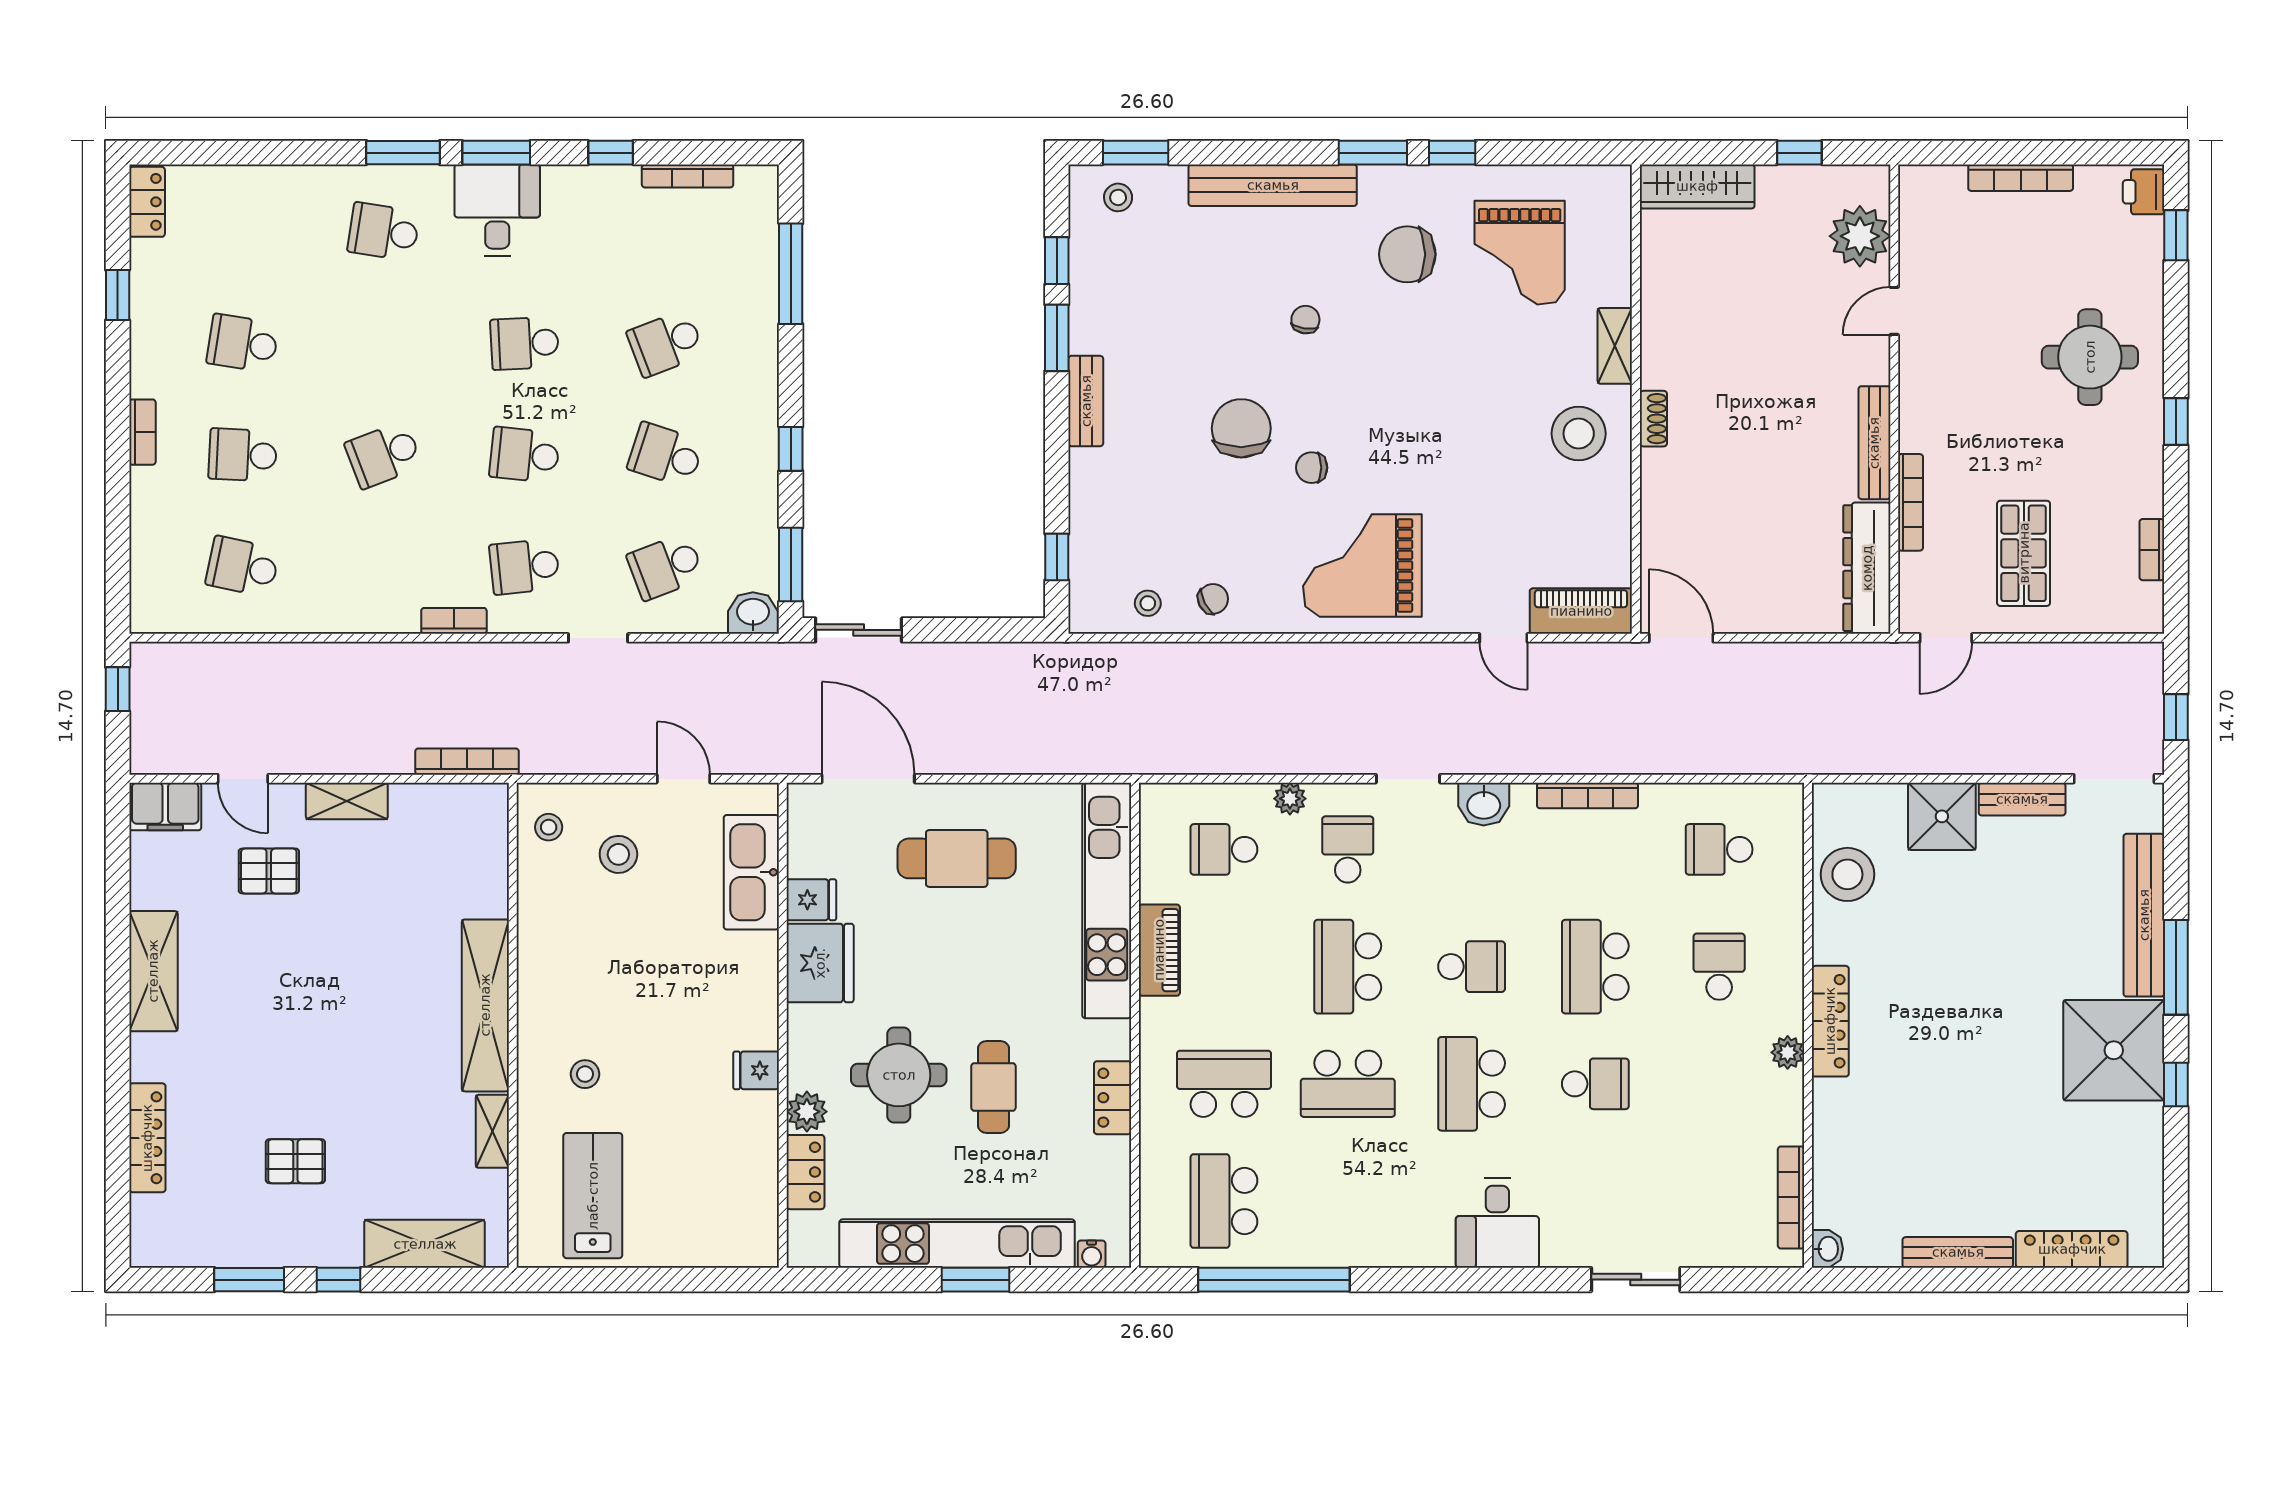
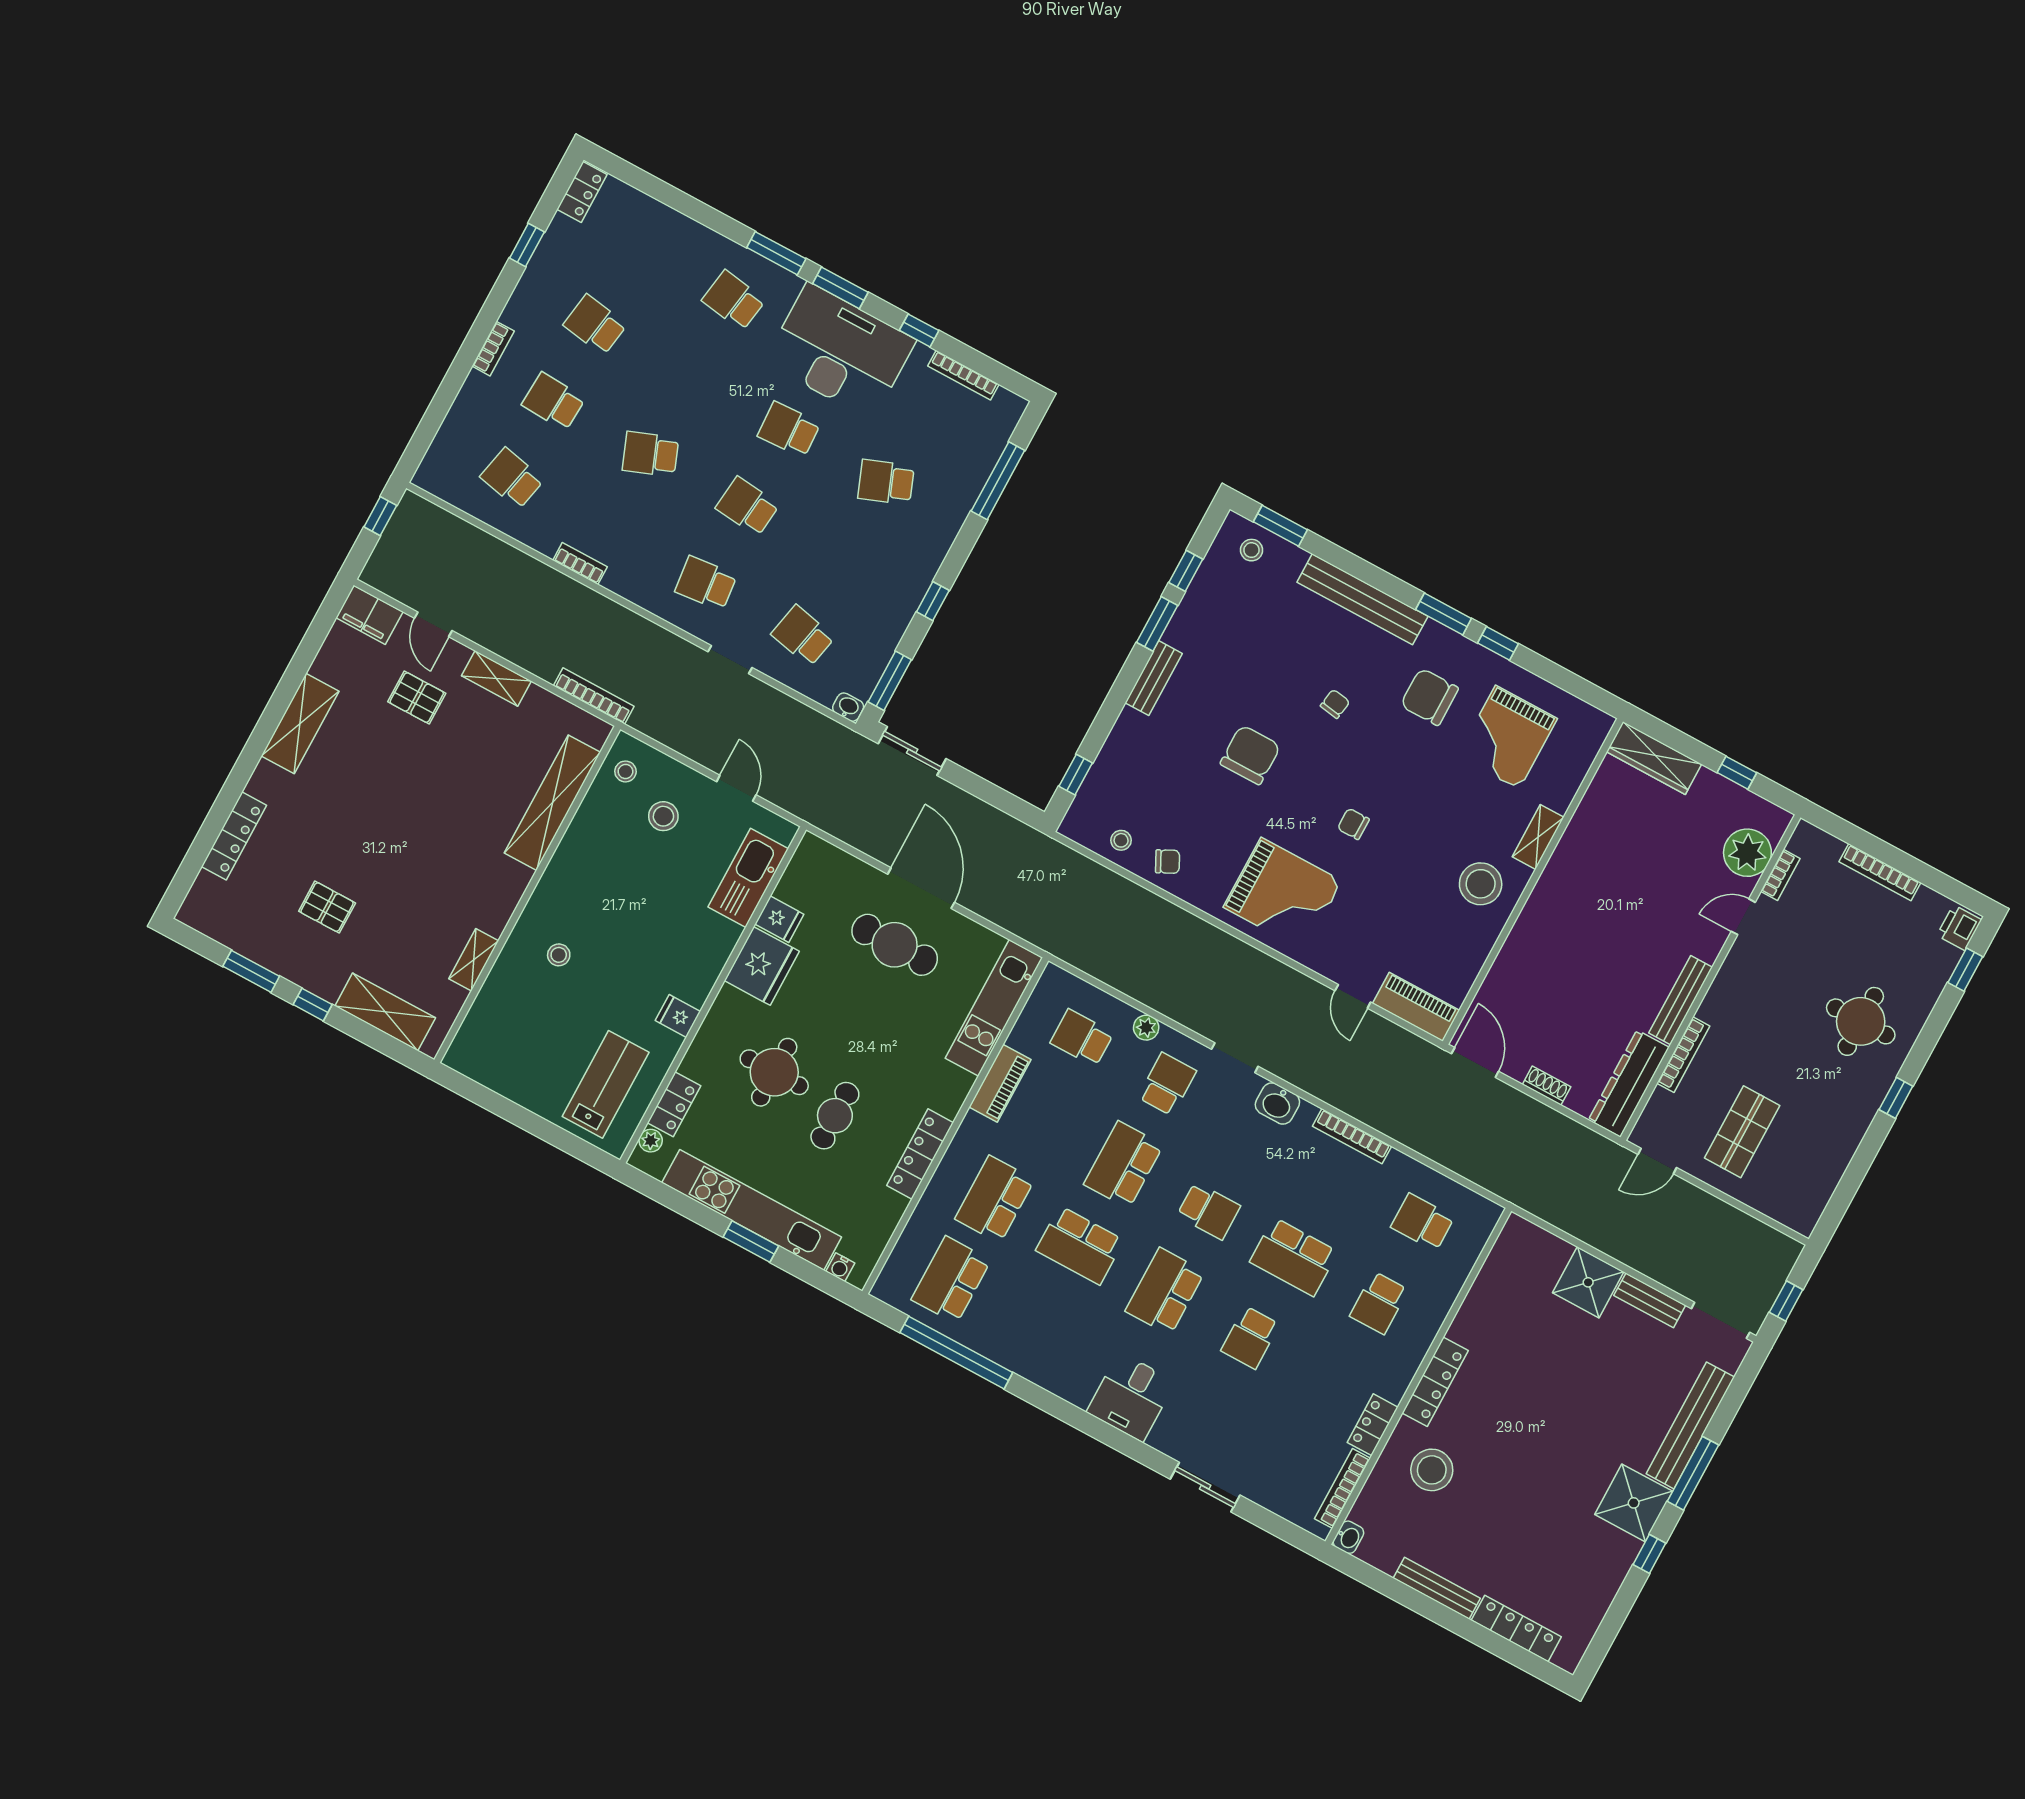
desk: (497, 210) -> (840, 351), width x1.87, depth x1.30
shoe rack: (1653, 419) -> (1547, 1086), moved, turned -90
school desk: (666, 455) -> (844, 559), removed
chair: (1312, 468) -> (1353, 824), moved
bookcase: (2152, 550) -> (1780, 875), moved, turned 180
grand piano: (1362, 565) -> (1283, 894), turned 180
school desk: (666, 567) -> (803, 636), turned 33
washbasin: (753, 613) -> (848, 707), width x0.72, depth x0.69
bookcase: (454, 621) -> (580, 563), moved
door: (868, 779) -> (921, 888), moved
stool: (1847, 874) -> (1432, 1470), moved
kitchen unit: (1107, 900) -> (994, 1008), width x0.73
school desk: (1595, 967) -> (1294, 1257), turned -90
school desk: (1719, 967) -> (1379, 1303), turned 180
shelving: (485, 1005) -> (552, 803), moved
shower: (2114, 1050) -> (1634, 1503), width x0.73, depth x0.73
plant: (1788, 1052) -> (1394, 1387), removed
school desk: (1224, 1084) -> (995, 1199), turned -90
school desk: (1595, 1084) -> (1250, 1337), turned 90
locker: (1113, 1098) -> (920, 1154), width x1.53
locker: (1786, 1108) -> (1373, 1425), added
plant: (807, 1112) -> (651, 1141), moved, width x0.73, depth x0.73
lab bench: (593, 1196) -> (606, 1084), moved

